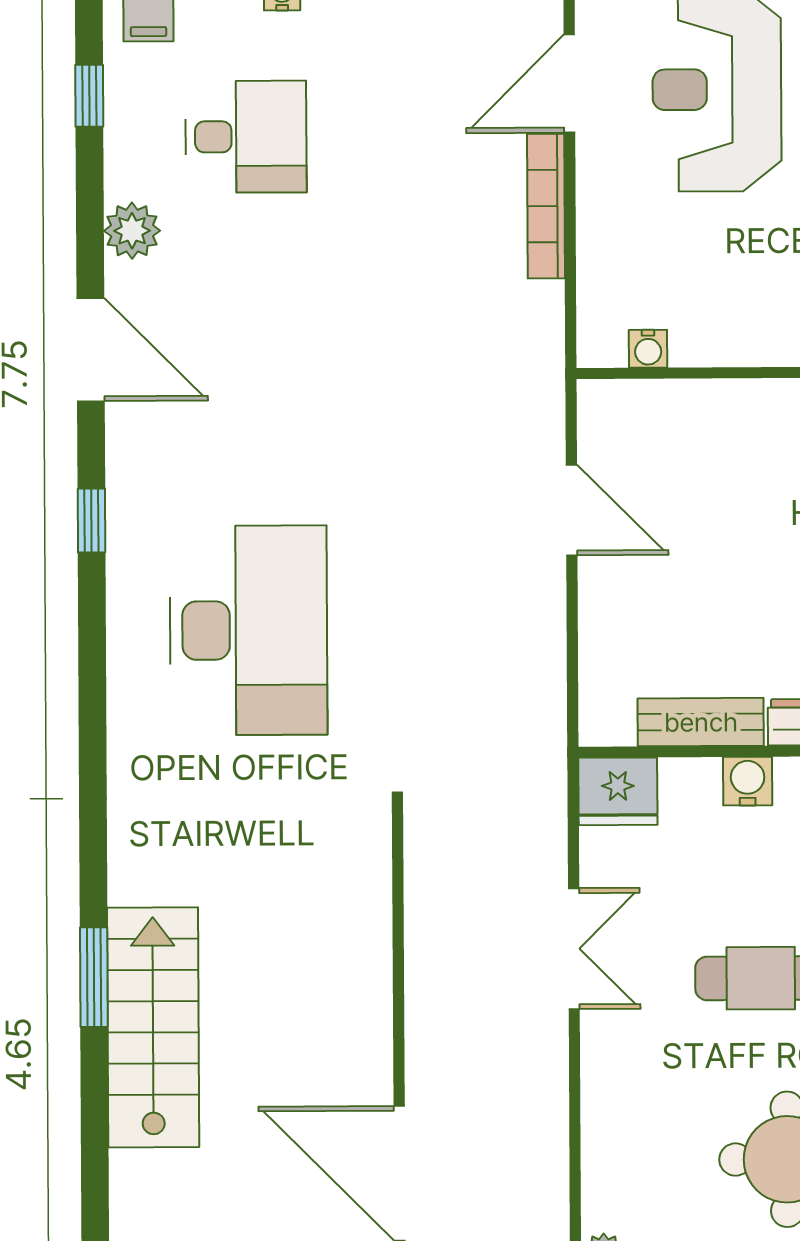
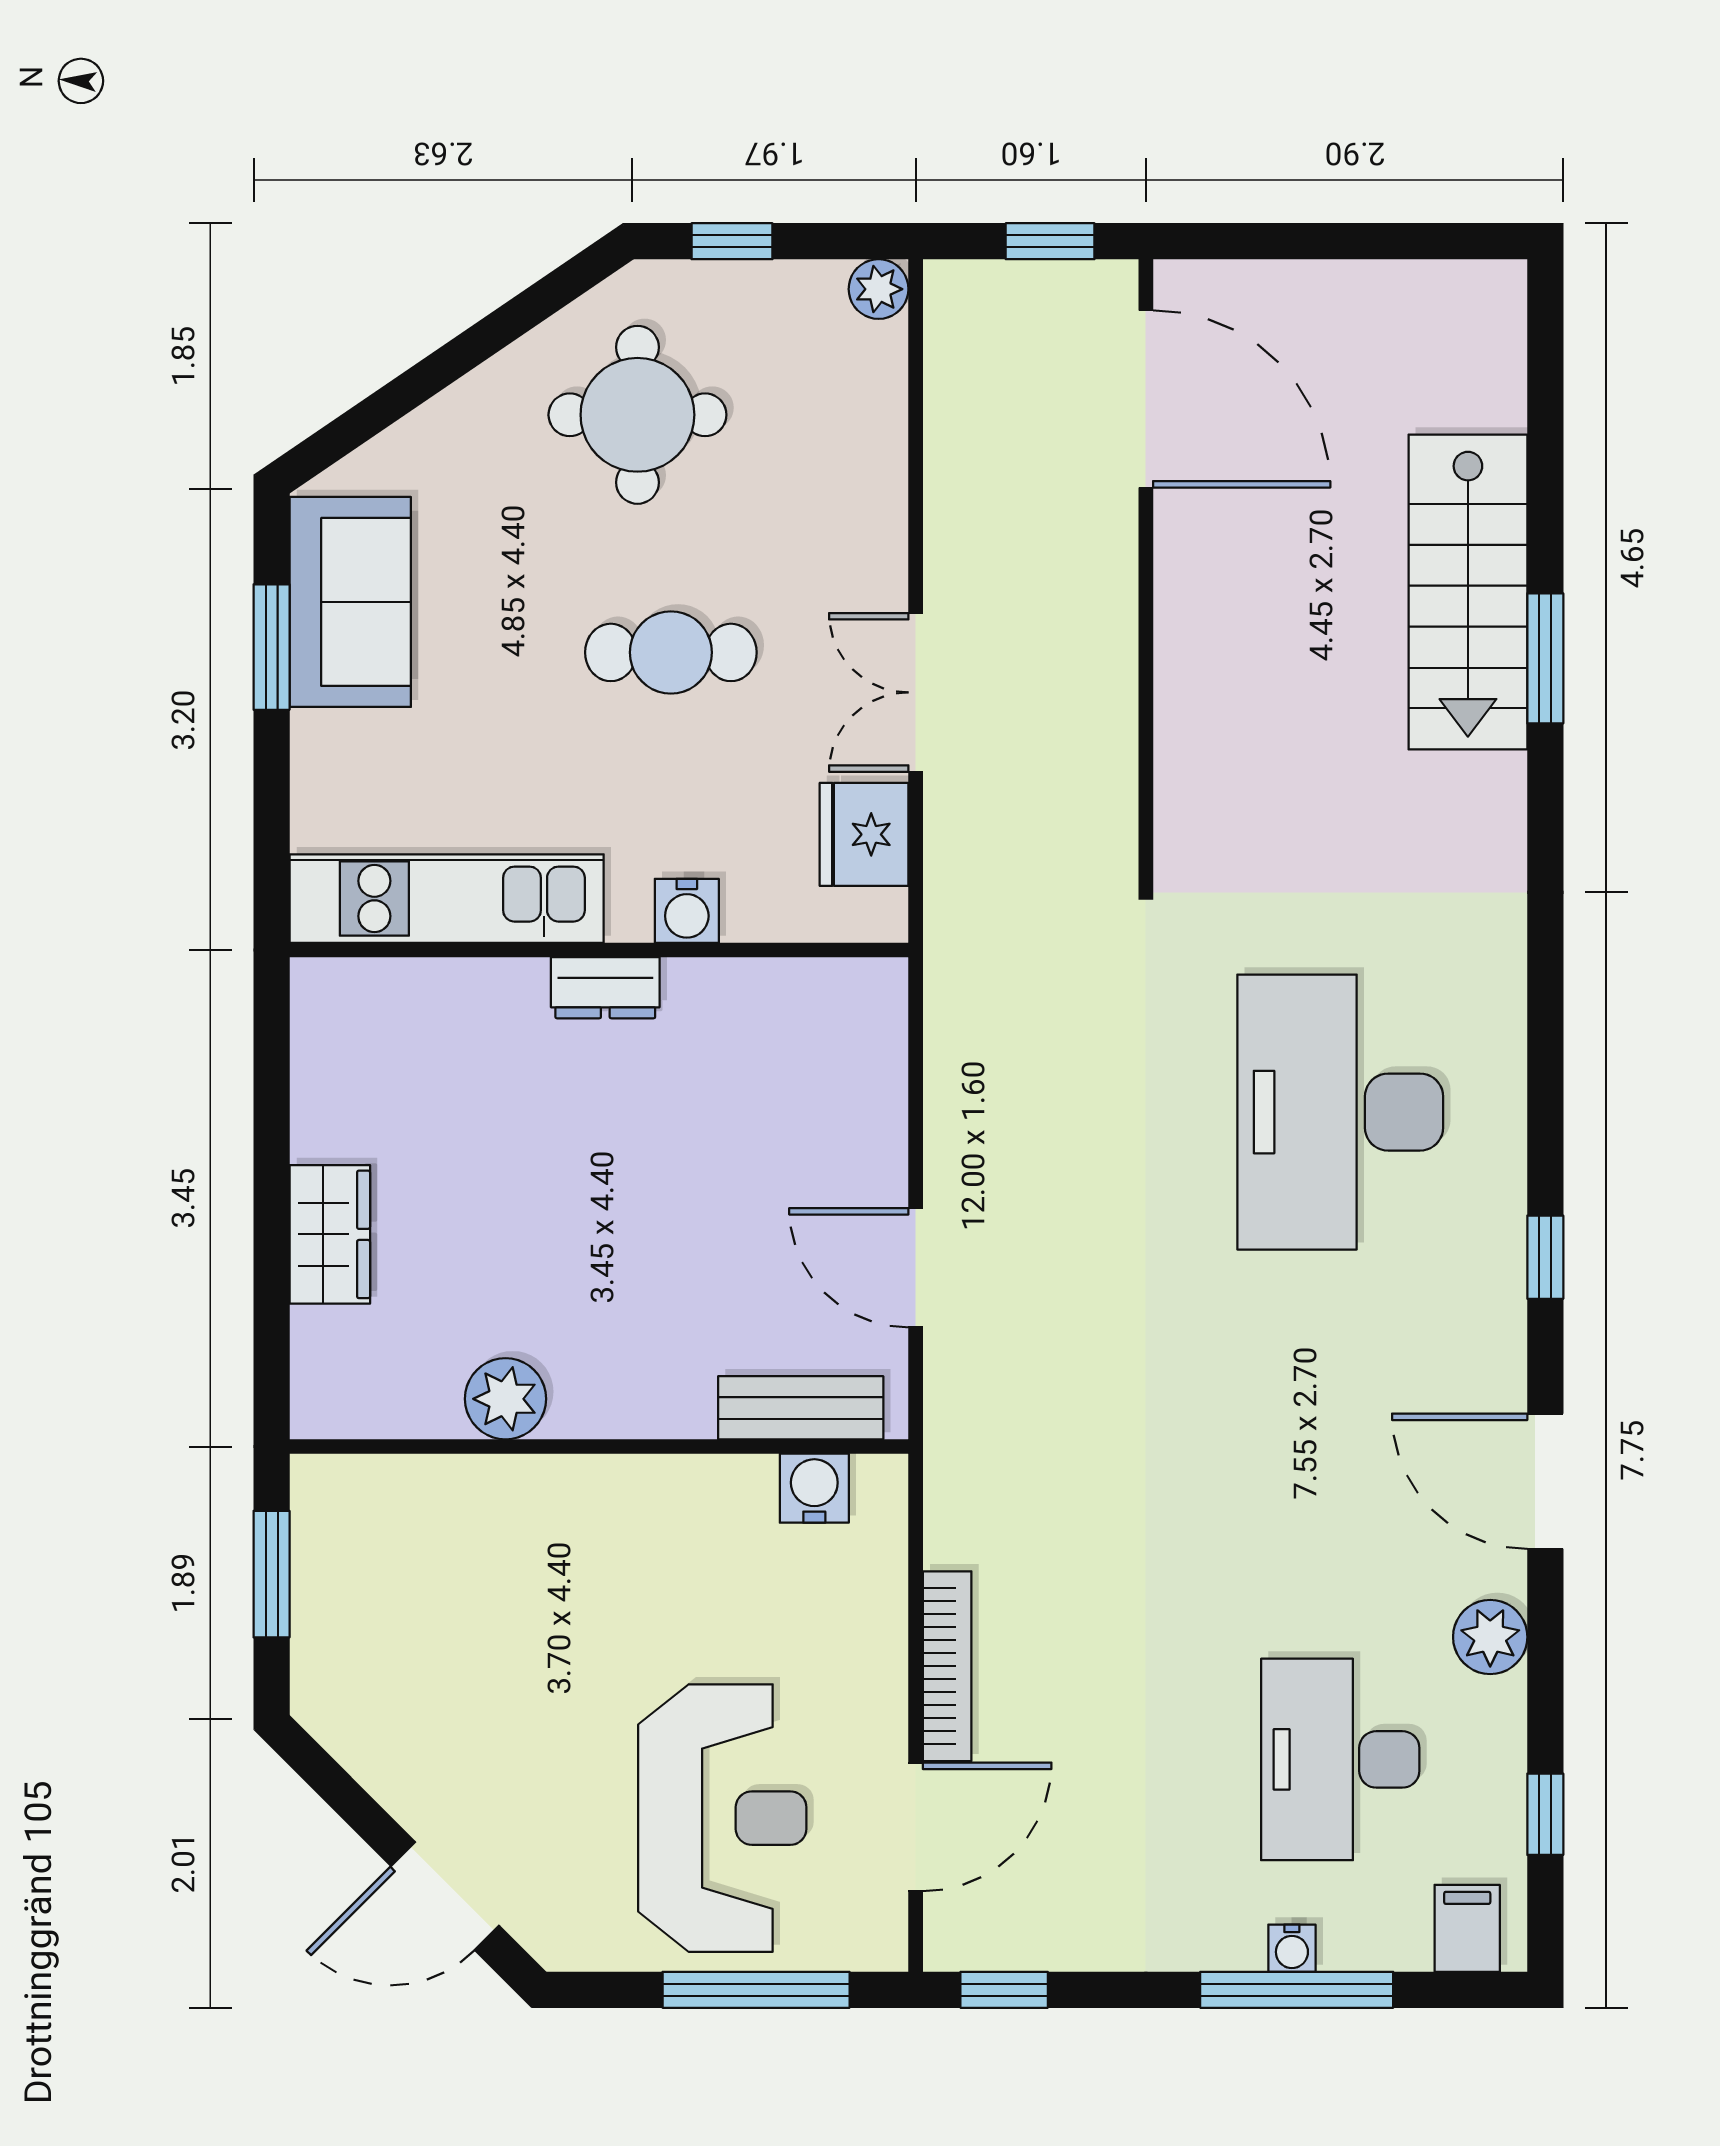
desk: (246, 137) -> (1340, 1759), width x1.37
water cooler: (648, 349) -> (814, 1488), width x1.38, depth x1.38
bench: (701, 722) -> (801, 1408), moved
fridge: (618, 791) -> (864, 834), moved, turned -90

